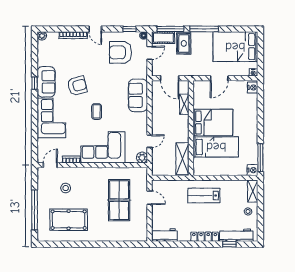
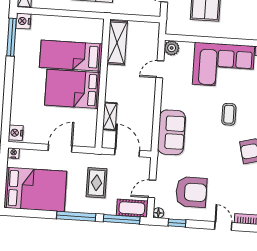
rug: (184, 43) -> (96, 183), moved

